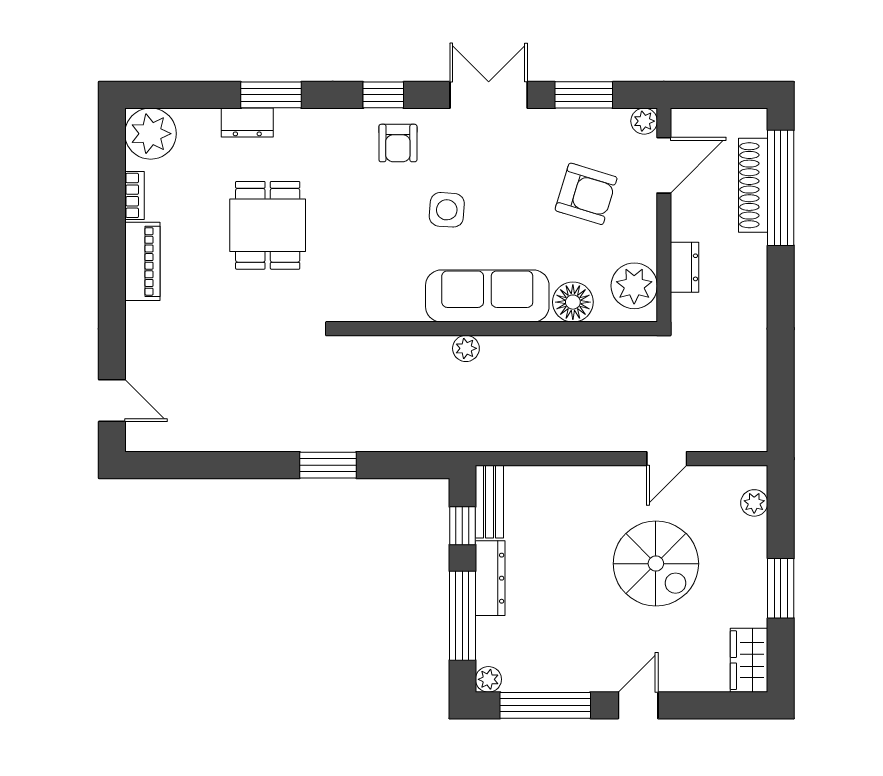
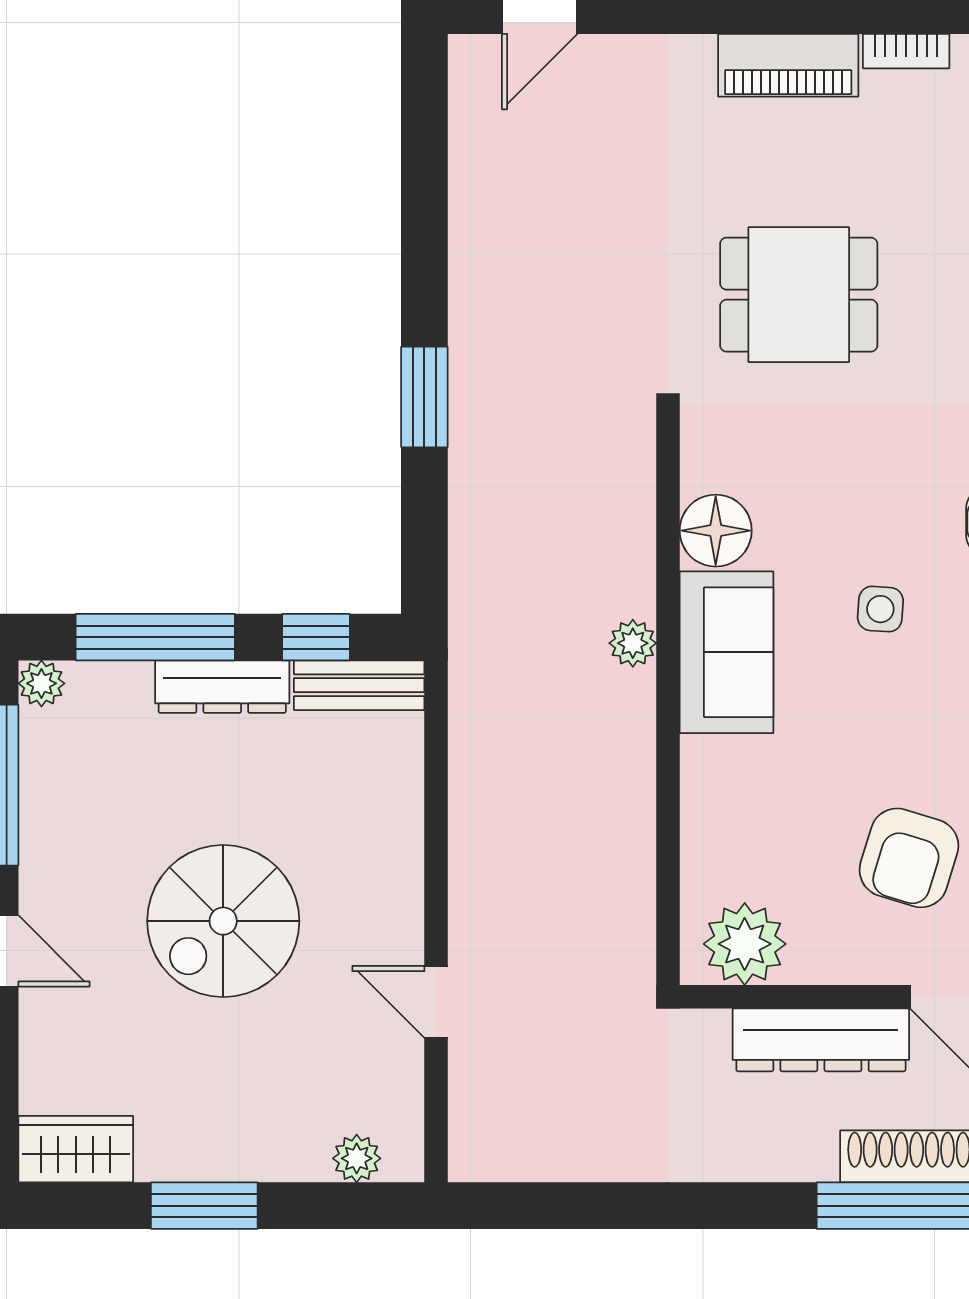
side table: (447, 210) -> (880, 609), width x0.73, depth x0.73
dining table: (268, 225) -> (799, 295), moved
dresser: (684, 267) -> (821, 1040), width x1.96, depth x1.24
sofa: (487, 296) -> (726, 652), width x0.73
floor lamp: (573, 302) -> (716, 531), moved
spiral stairs: (656, 564) -> (223, 921), moved

